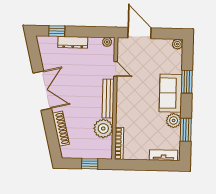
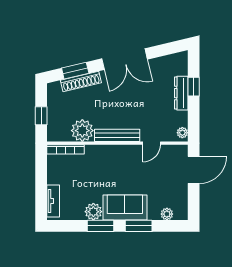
window: (57, 31) -> (194, 87), moved
plant: (177, 44) -> (167, 214), moved
window: (186, 130) -> (100, 226), moved
window: (51, 133) -> (75, 71), added

